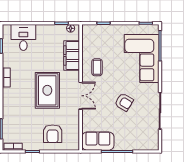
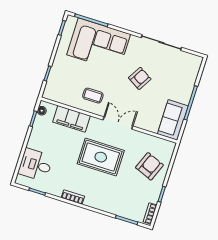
armchair: (53, 134) -> (149, 166), turned -68

